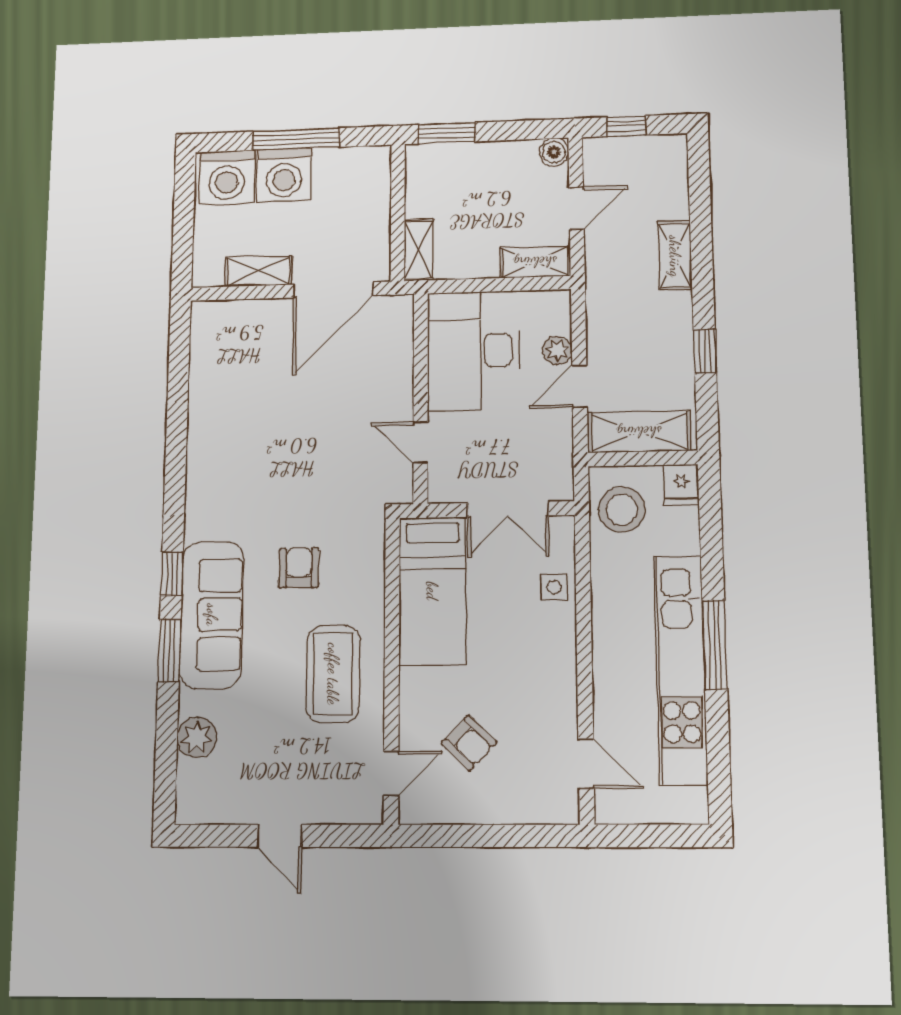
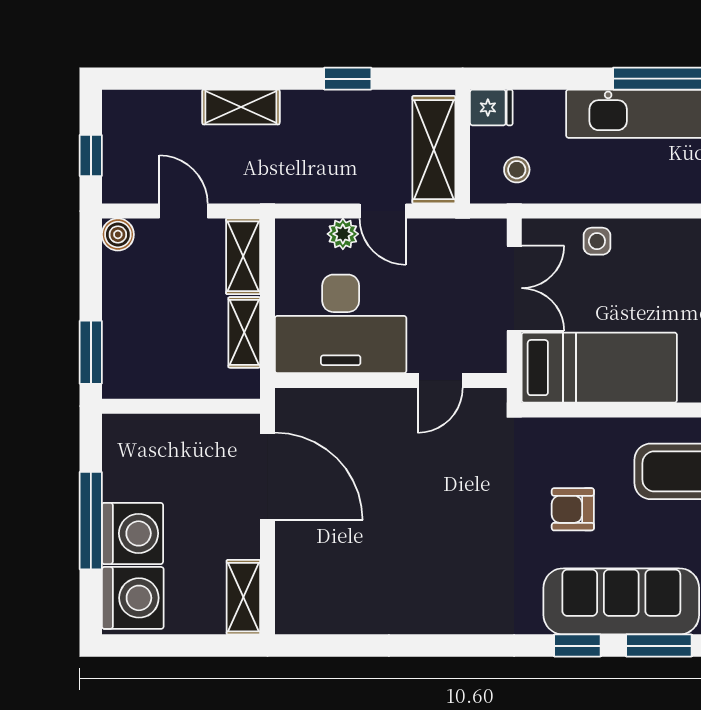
shelving: (419, 250) -> (244, 332), moved, turned 90
shelving: (258, 271) -> (243, 597), moved
stool: (622, 510) -> (517, 170), width x0.53, depth x0.53

